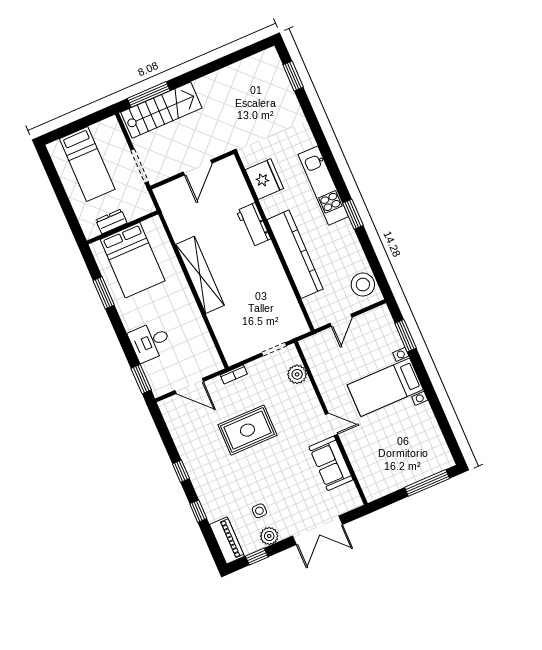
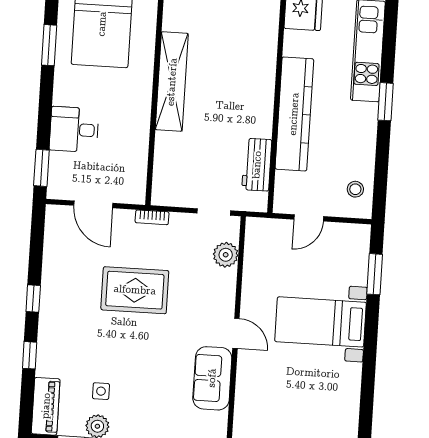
workbench: (254, 225) -> (257, 165), moved
stool: (363, 285) -> (355, 189), width x0.53, depth x0.53

